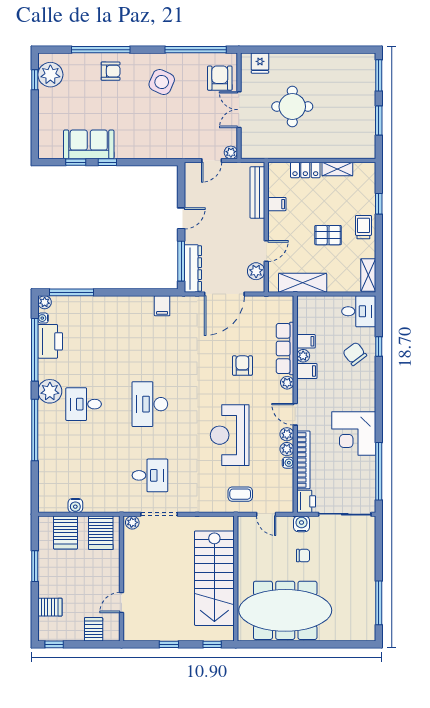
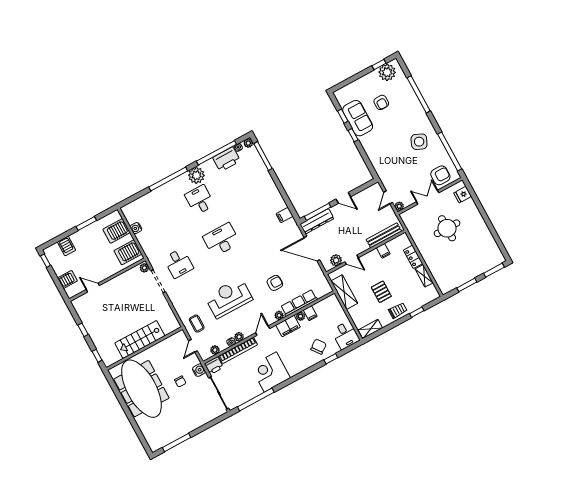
armchair: (111, 71) -> (381, 102), moved
door: (212, 161) -> (388, 197), hinge flipped
filing cabinet: (307, 371) -> (288, 326), width x2.00
plant: (287, 434) -> (215, 350), moved
stairs: (214, 578) -> (140, 339), width x0.73, depth x0.66

